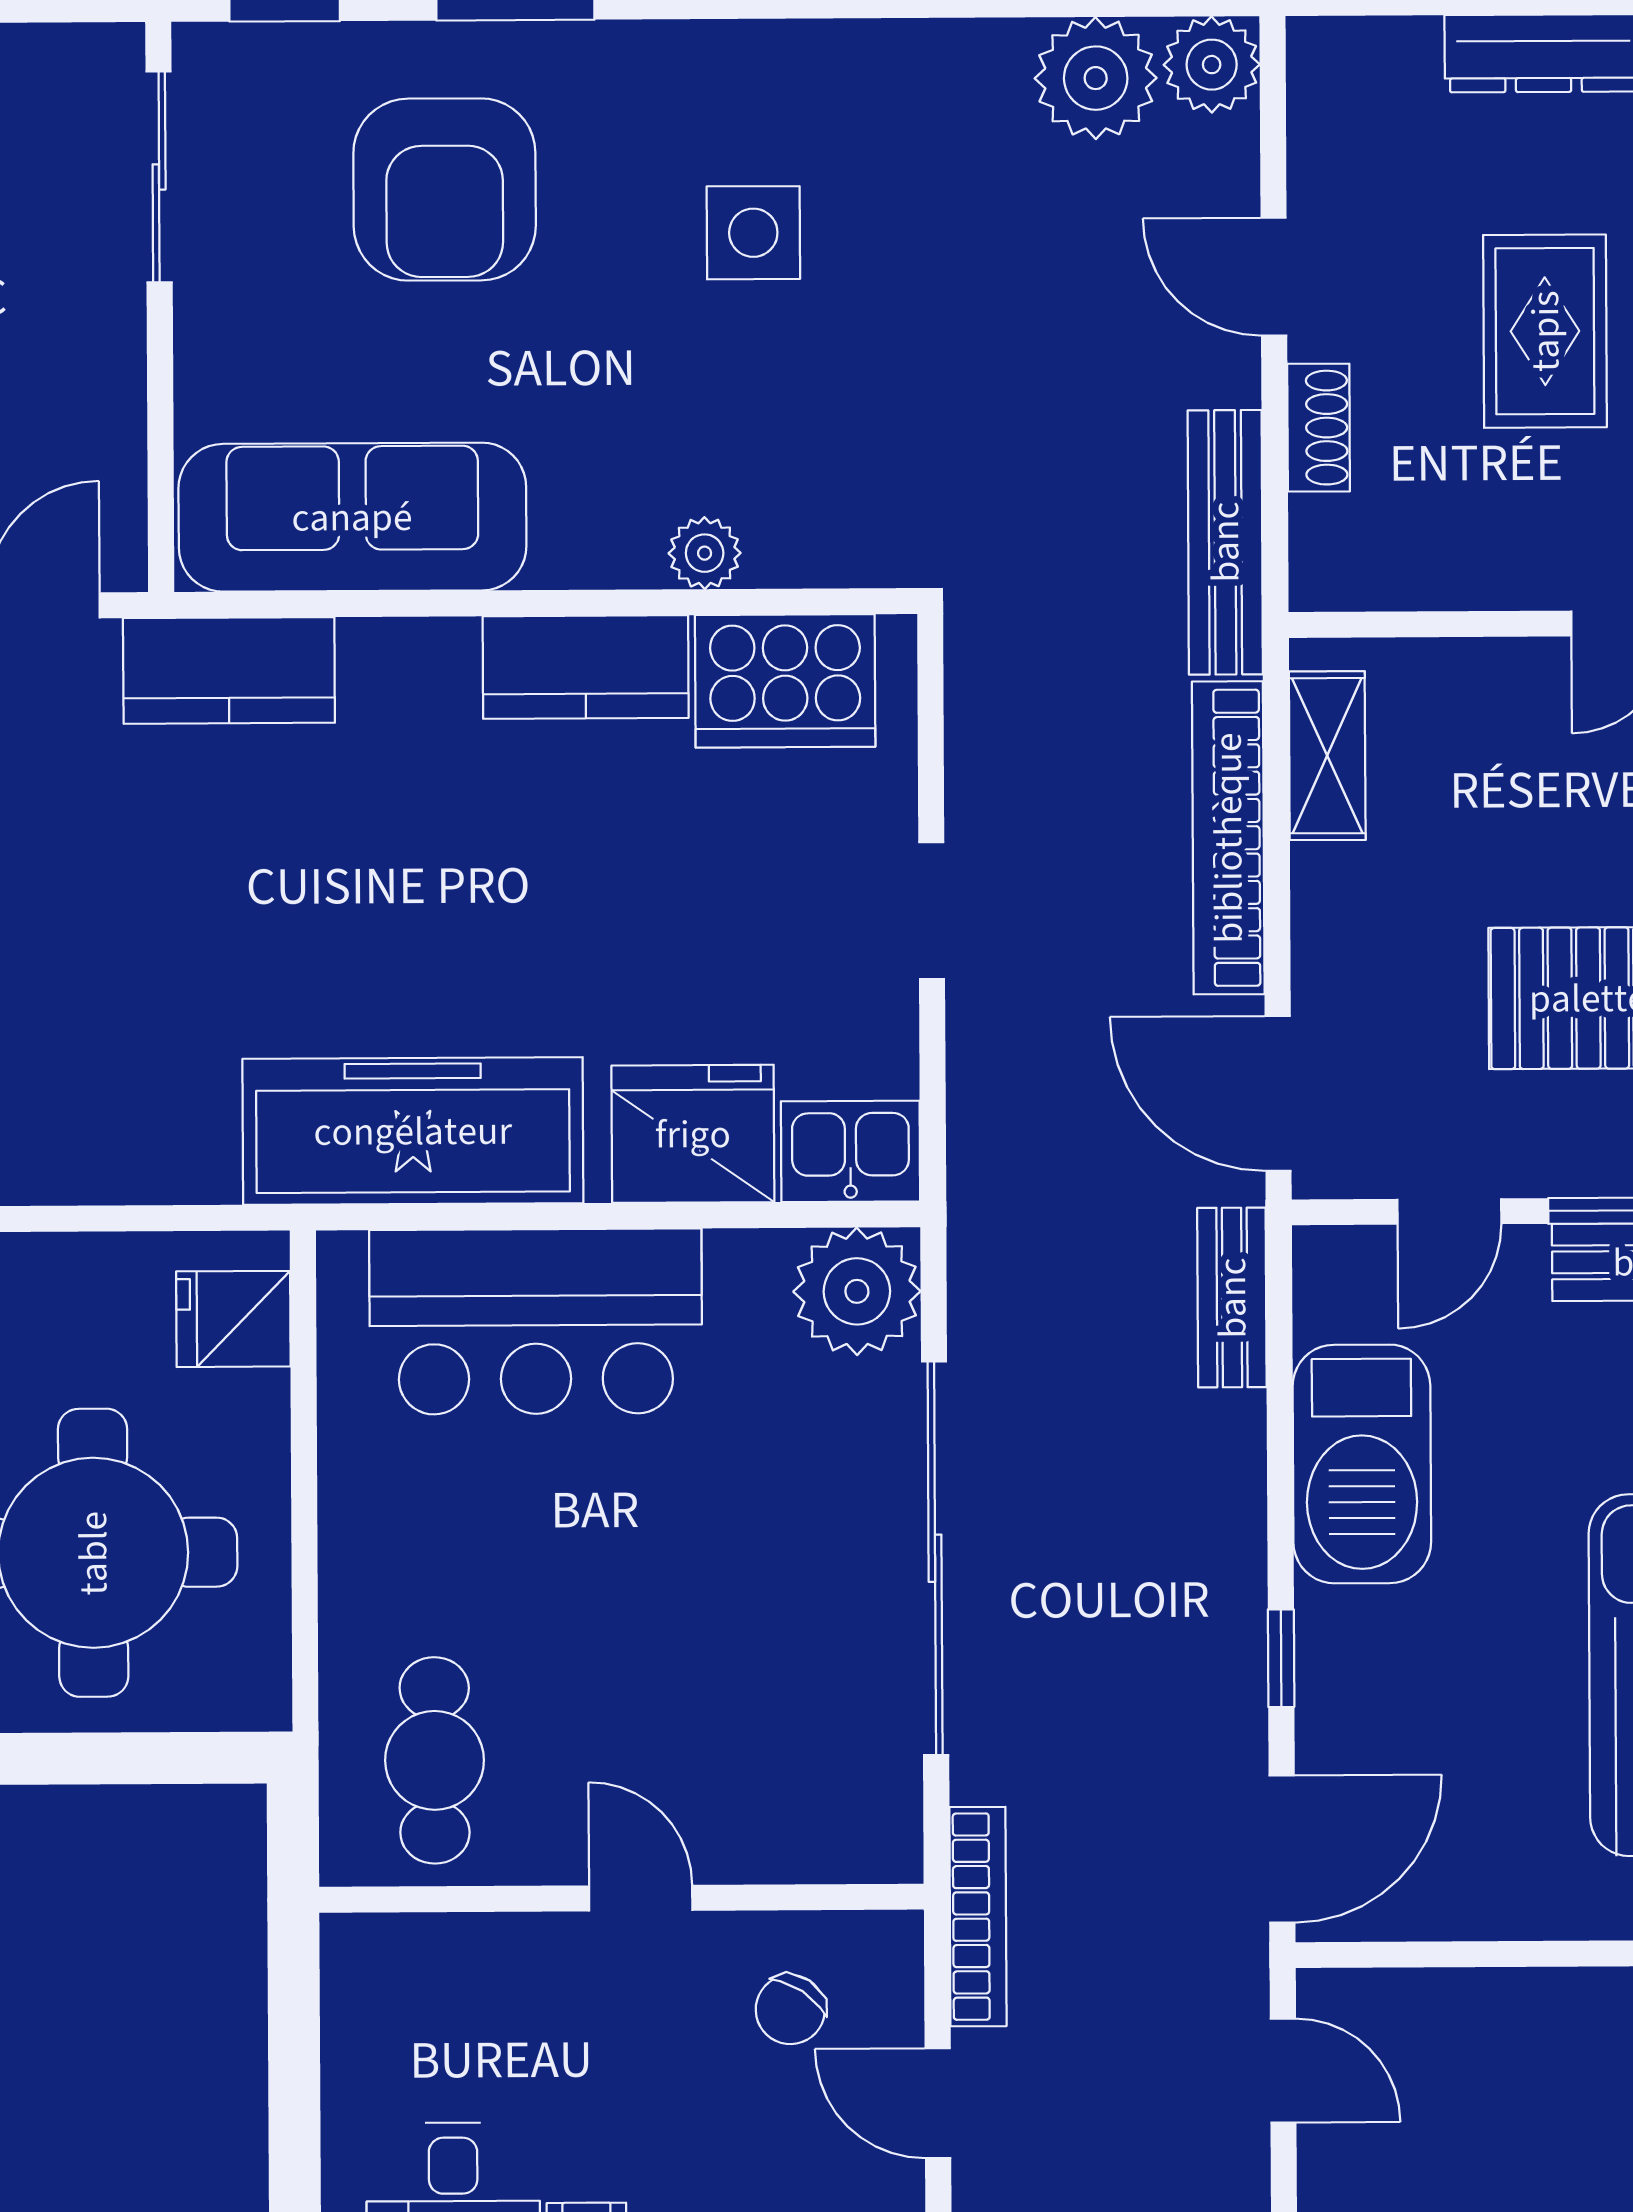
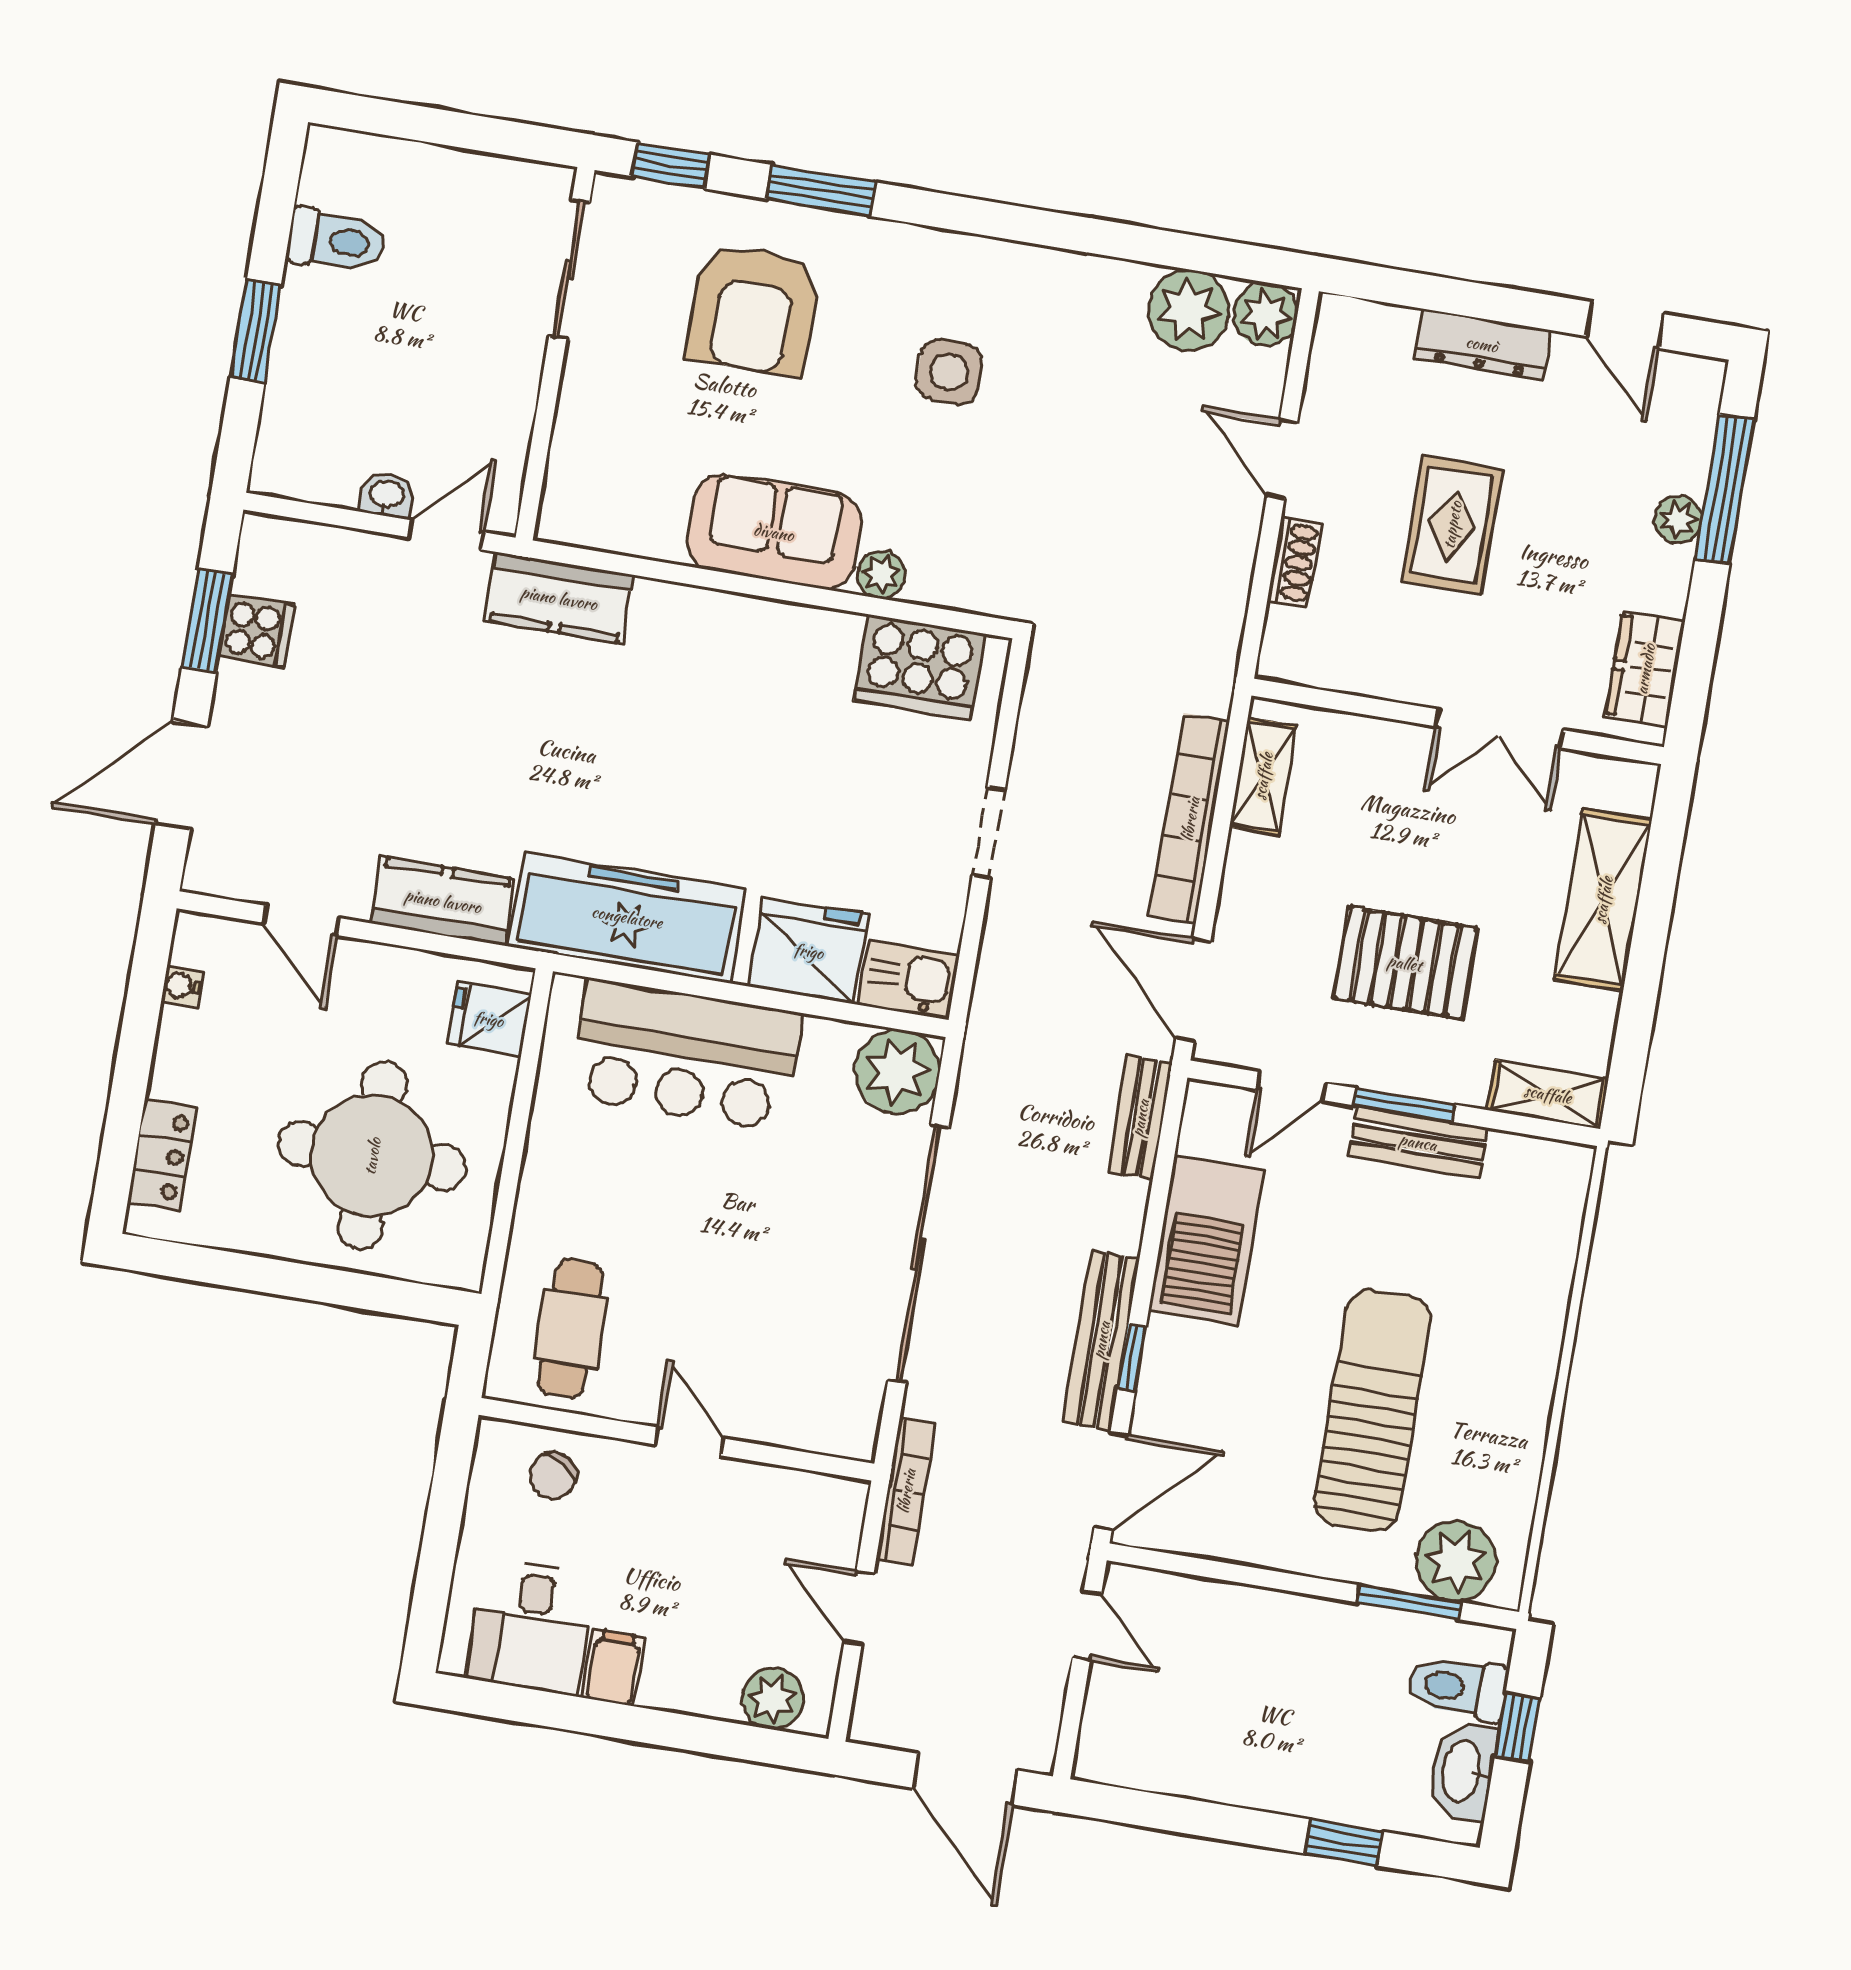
sofa: (352, 517) -> (774, 532), moved, width x0.73
bench: (1225, 542) -> (1101, 1340), moved
kitchen counter: (586, 667) -> (443, 901), moved, turned 180
chair: (790, 2010) -> (553, 1475), moved

